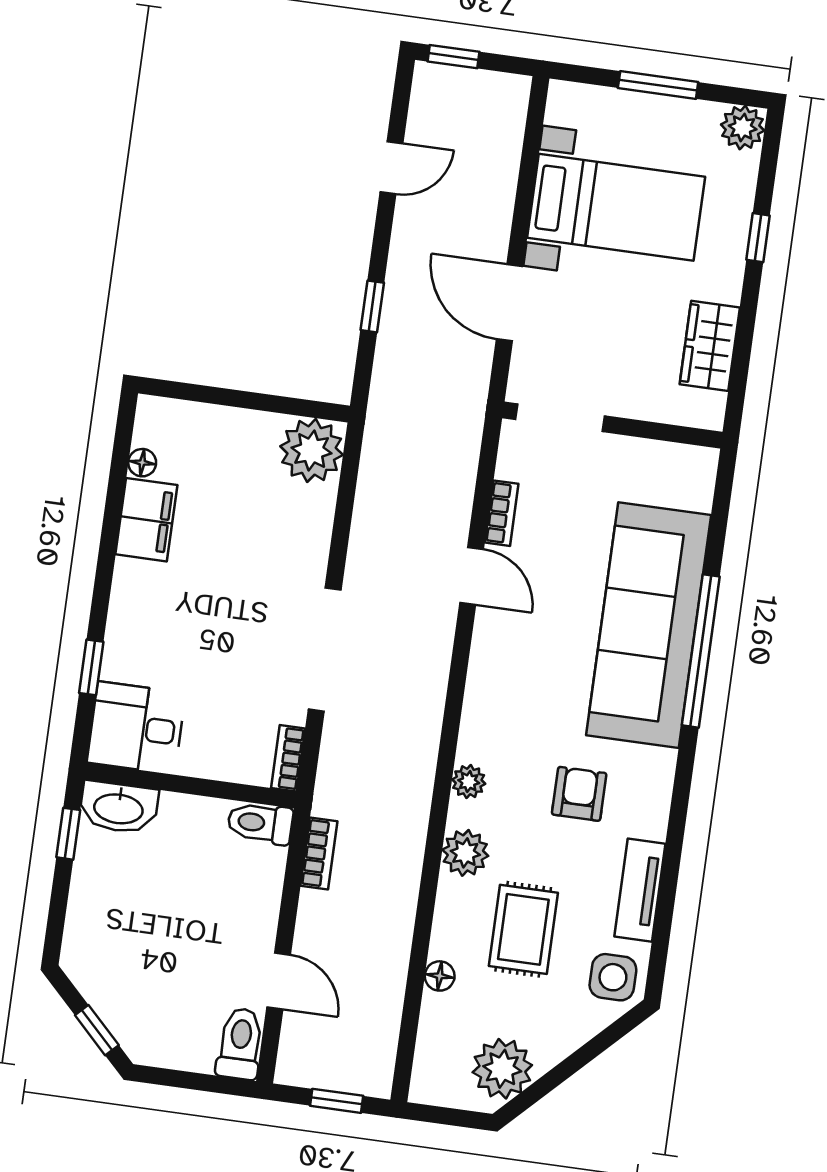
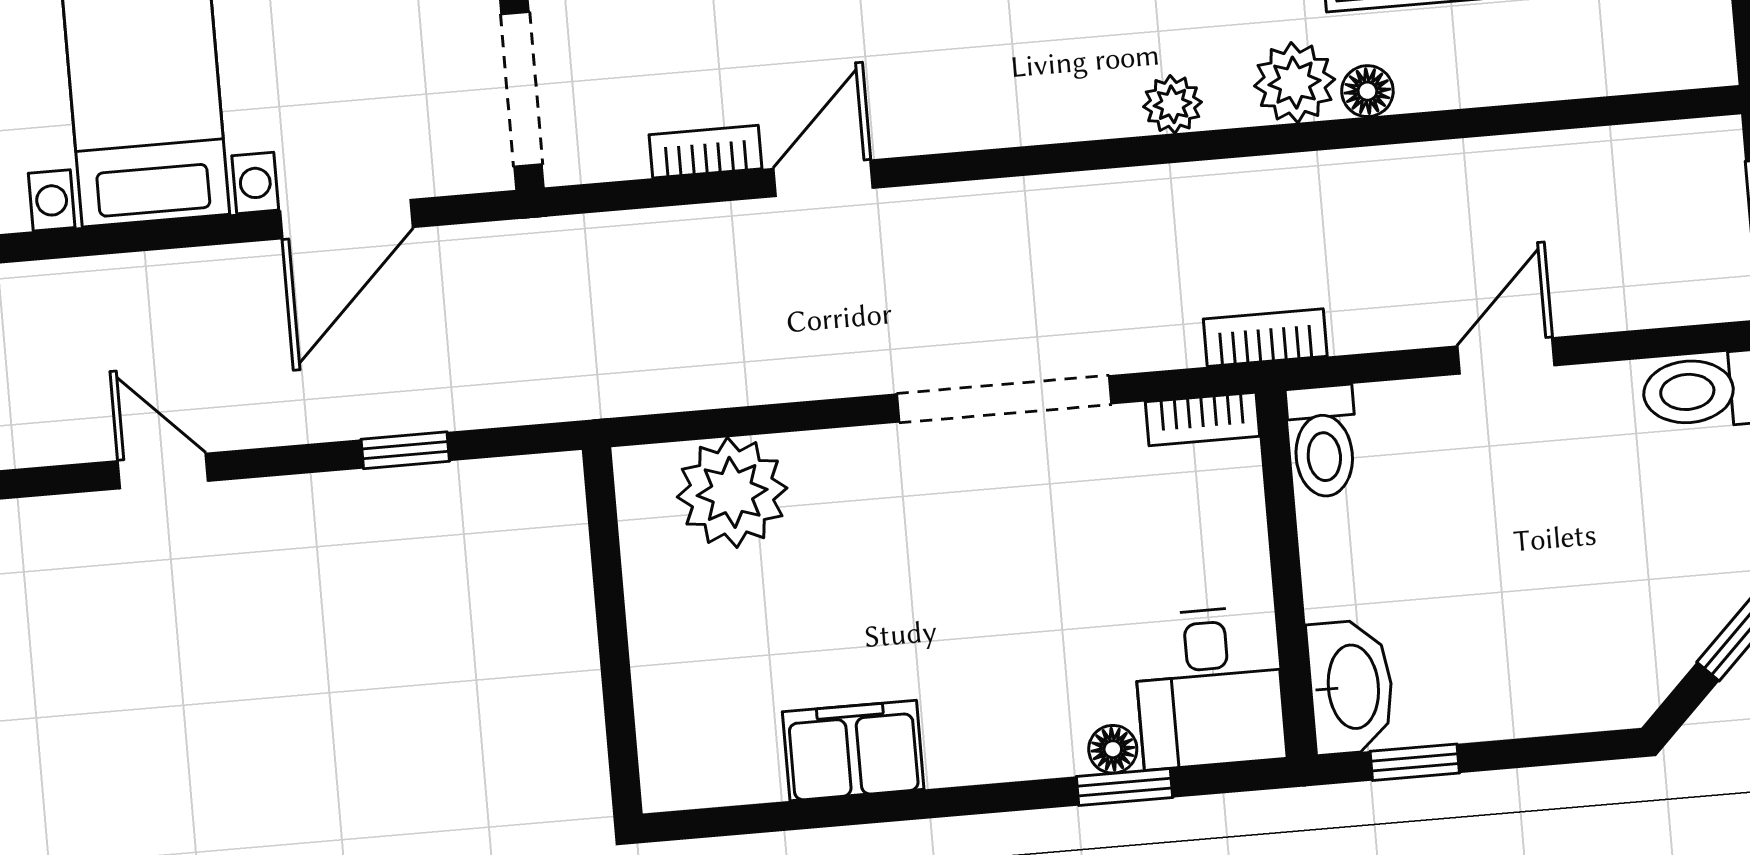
plant: (312, 451) -> (732, 492), moved
floor lamp: (142, 463) -> (1113, 749), moved
bookcase: (319, 853) -> (1265, 338), moved
floor lamp: (440, 976) -> (1367, 91), moved
door: (279, 981) -> (1506, 356), moved

